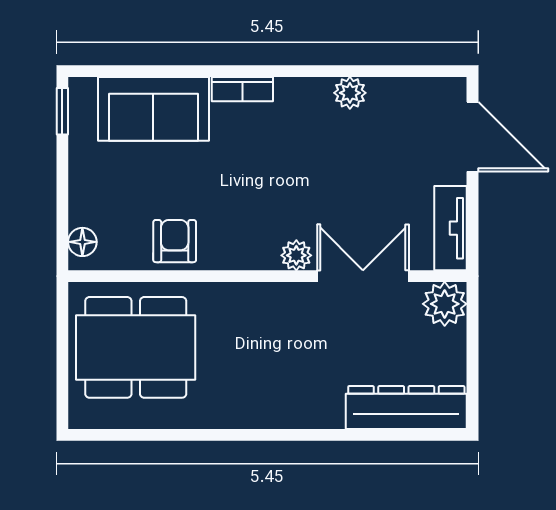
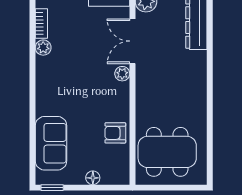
bookcase: (242, 89) -> (41, 23), moved
floor lamp: (82, 242) -> (93, 178), moved
dining table: (136, 347) -> (167, 152), turned 90

